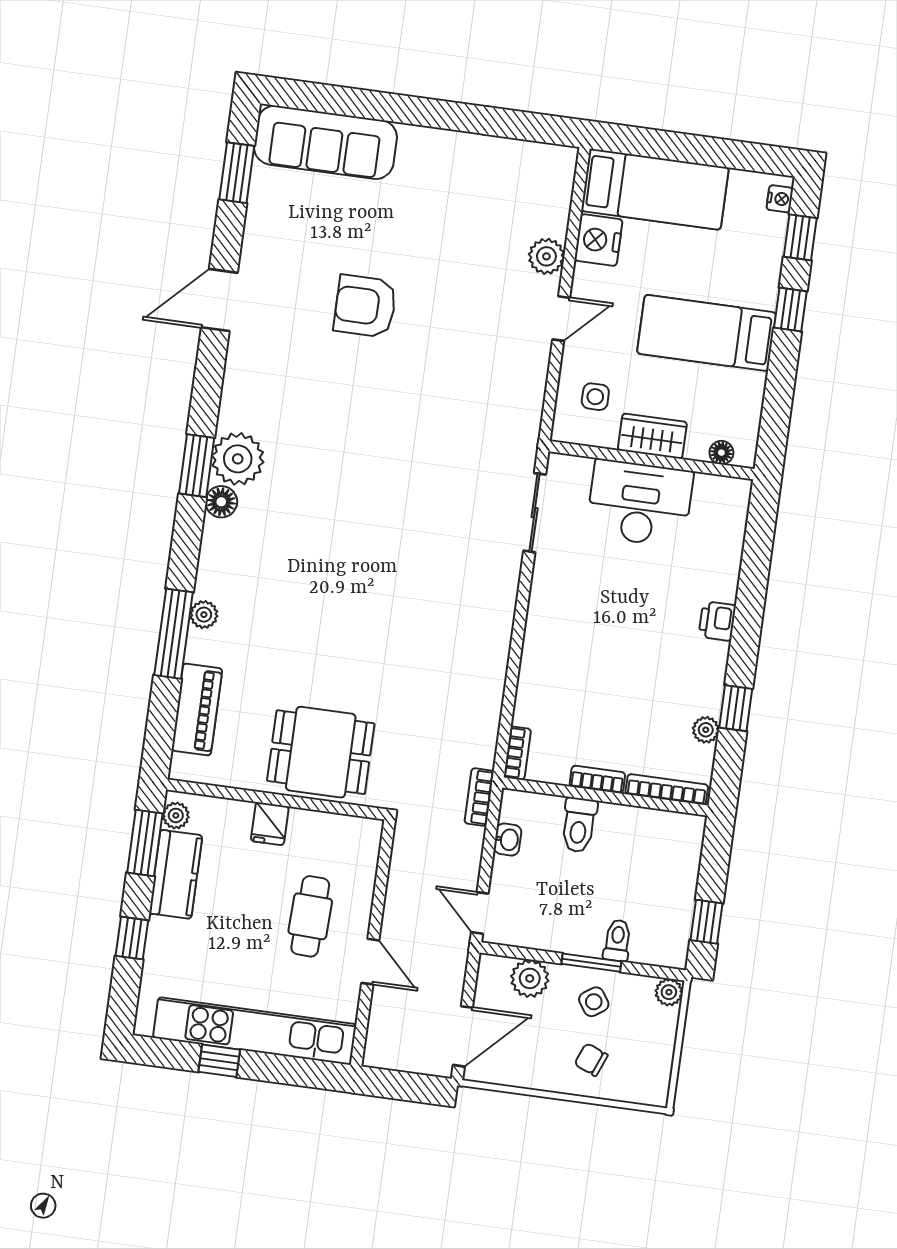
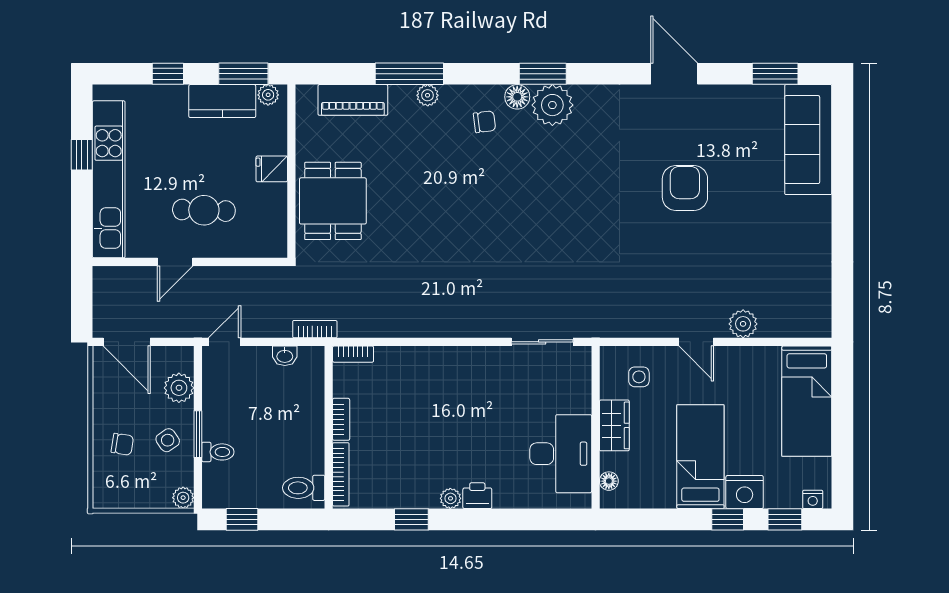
nightstand: (598, 240) -> (745, 492), moved, turned 180
desk: (640, 503) -> (561, 454), moved
chair: (247, 547) -> (484, 122), added
plant: (706, 730) -> (450, 498), moved
toilet: (579, 825) -> (304, 488), moved
chair: (591, 1060) -> (122, 444), turned 77

